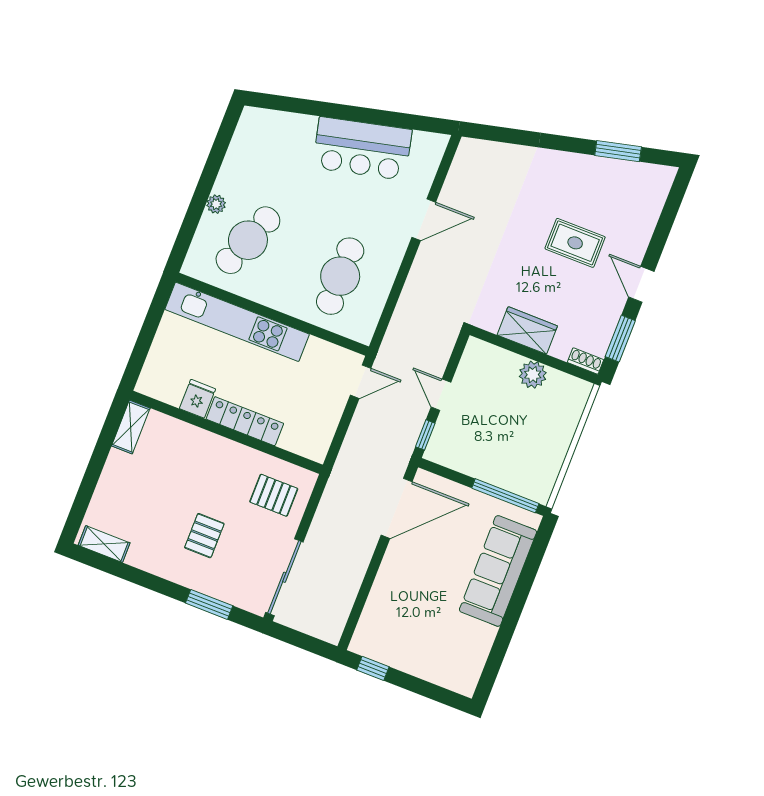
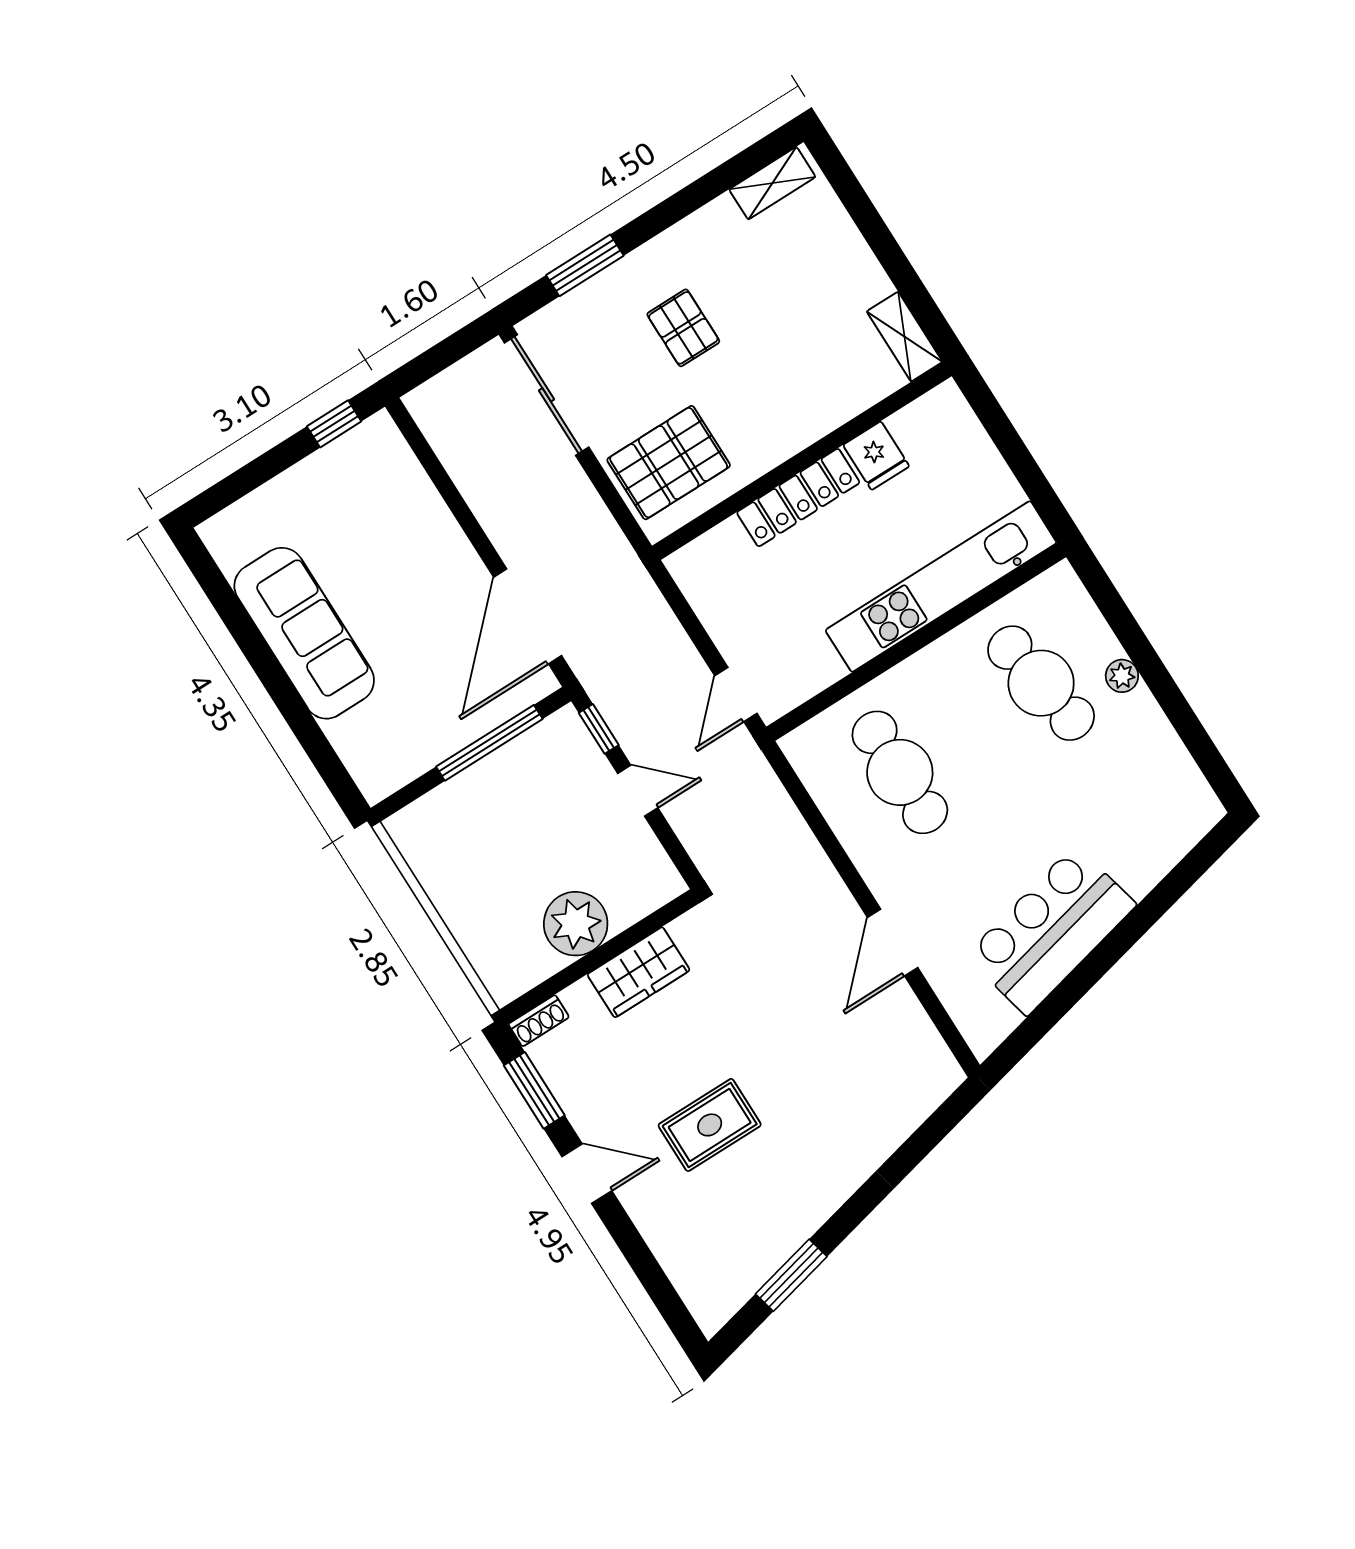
cafe table: (248, 240) -> (1041, 683), turned -30
plant: (533, 375) -> (576, 924), width x1.36, depth x1.36
pallet: (274, 495) -> (669, 463), width x1.50, depth x1.42
window: (505, 496) -> (489, 743), moved
sofa: (498, 571) -> (304, 633), moved

